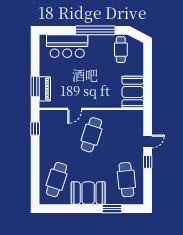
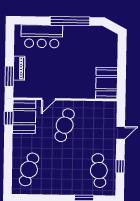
cafe table: (121, 50) -> (95, 41), removed
piano: (45, 89) -> (19, 68), moved
window: (148, 162) -> (120, 166), moved
booth: (88, 193) -> (24, 117), moved, turned 90

